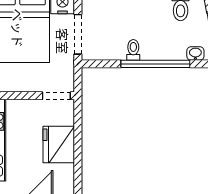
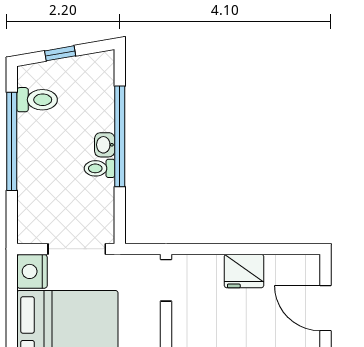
washbasin: (195, 53) -> (105, 145), moved
fridge: (59, 144) -> (244, 271), width x0.73, depth x0.75

